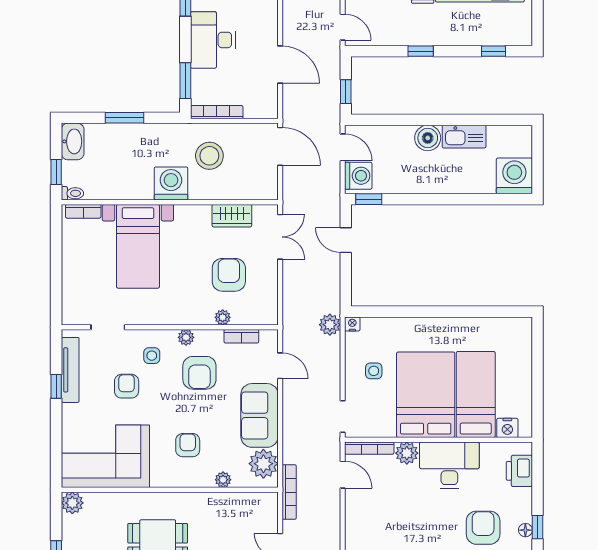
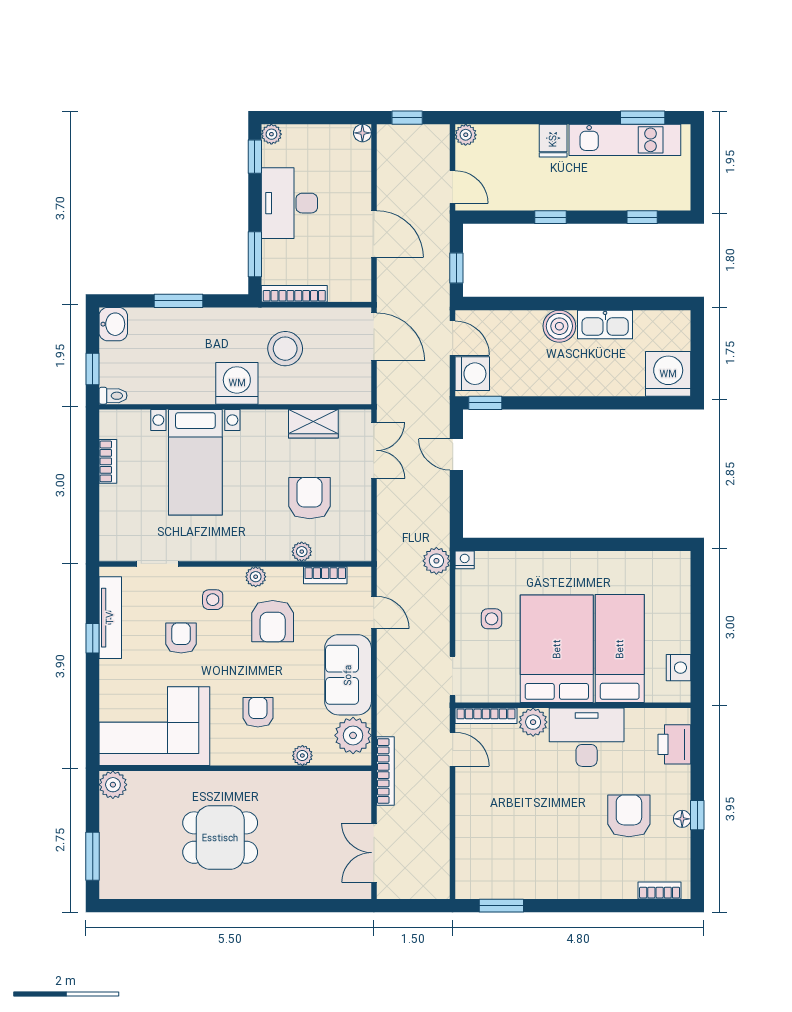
washbasin: (73, 141) -> (113, 324), width x0.72
bookcase: (83, 211) -> (108, 461), moved, turned -90
nightstand: (507, 428) -> (679, 668), moved, turned -90

